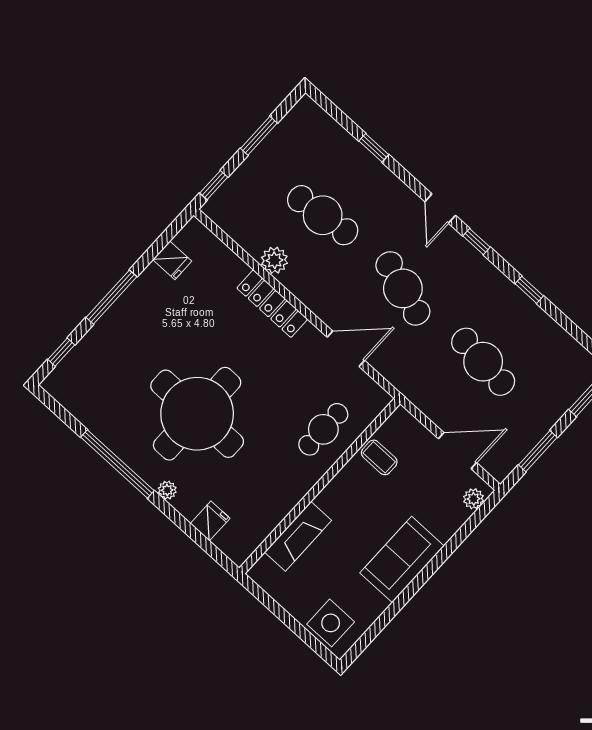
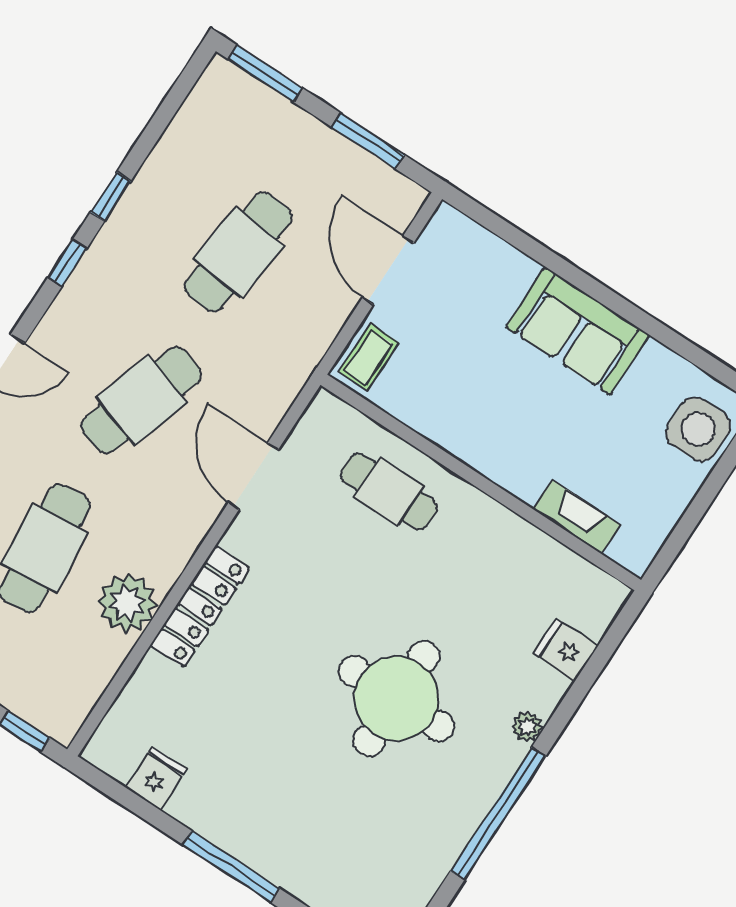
window: (476, 242) -> (67, 263), moved
plant: (274, 260) -> (127, 603), width x1.36, depth x1.36
round table: (197, 414) -> (396, 699), width x0.73, depth x0.73
coffee table: (379, 457) -> (368, 357), moved
plant: (474, 499) -> (461, 232), removed
fireplace: (298, 536) -> (577, 517), width x0.73, depth x0.76

